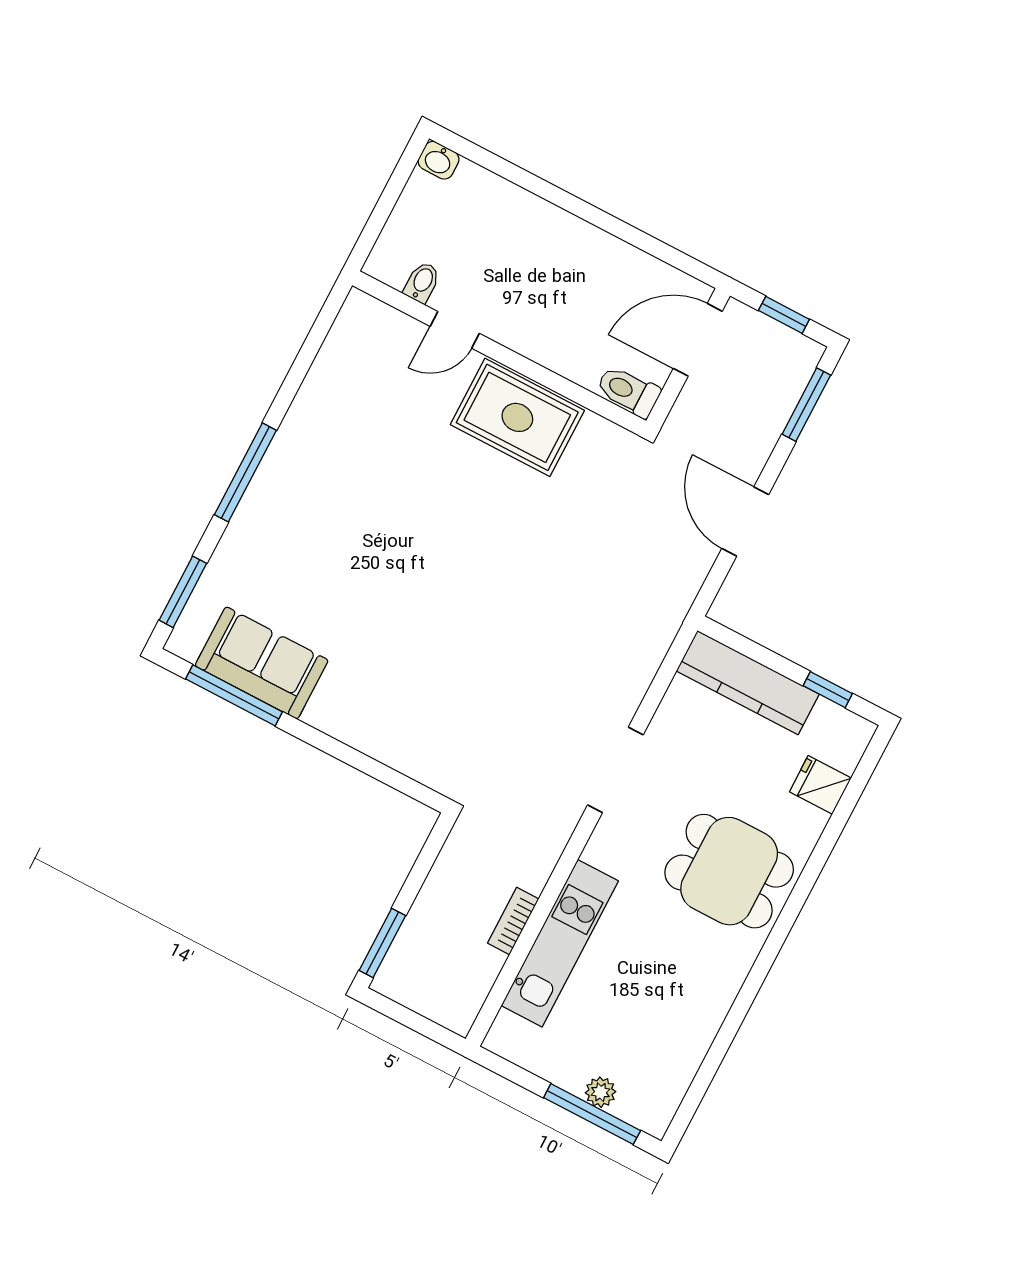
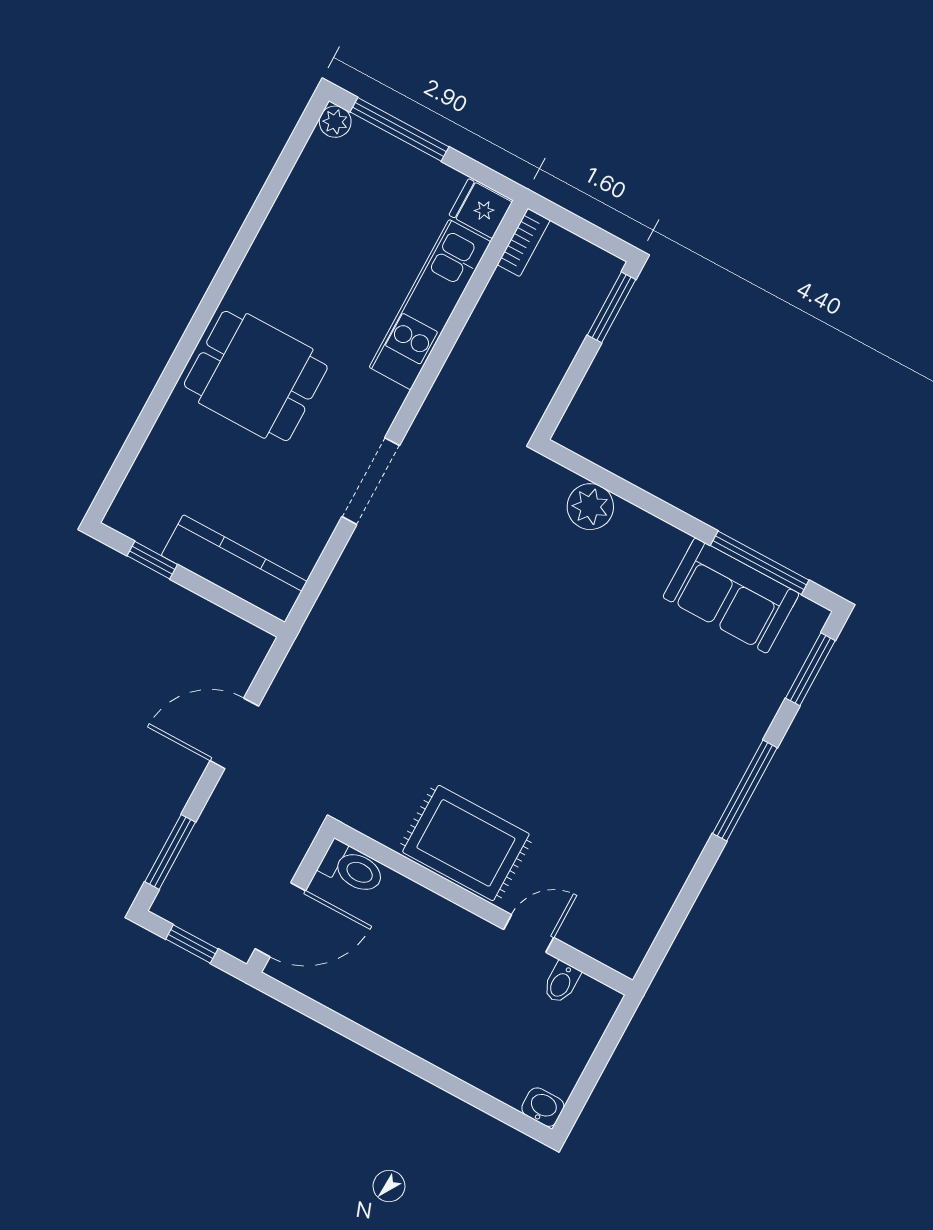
door: (745, 521) -> (234, 733), swing flipped
plant: (400, 748) -> (590, 507), added
fridge: (820, 785) -> (481, 209), moved, turned 180
bookcase: (513, 921) -> (524, 242), moved
plant: (600, 1092) -> (335, 122), moved

